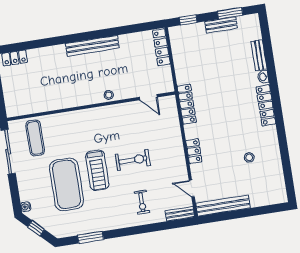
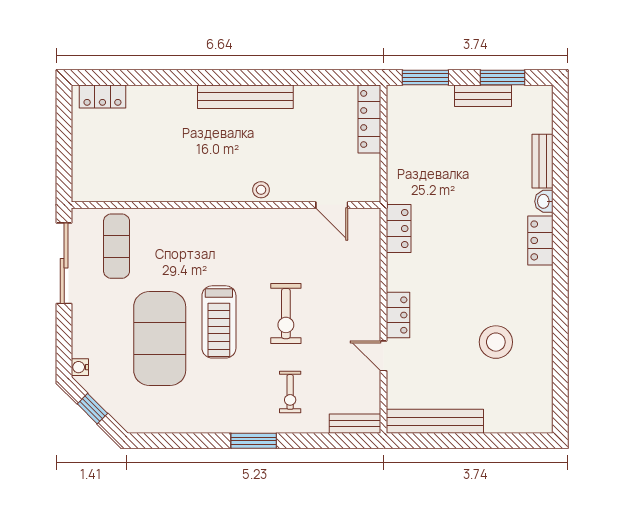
window: (188, 20) -> (425, 77), width x1.50
locker: (187, 104) -> (399, 229), width x0.66
locker: (266, 105) -> (540, 240), width x0.66
stool: (249, 157) -> (496, 342), width x1.89, depth x1.89
exercise bike: (133, 160) -> (286, 314), turned 90
door: (192, 188) -> (384, 356), moved
window: (91, 237) -> (254, 441), moved

